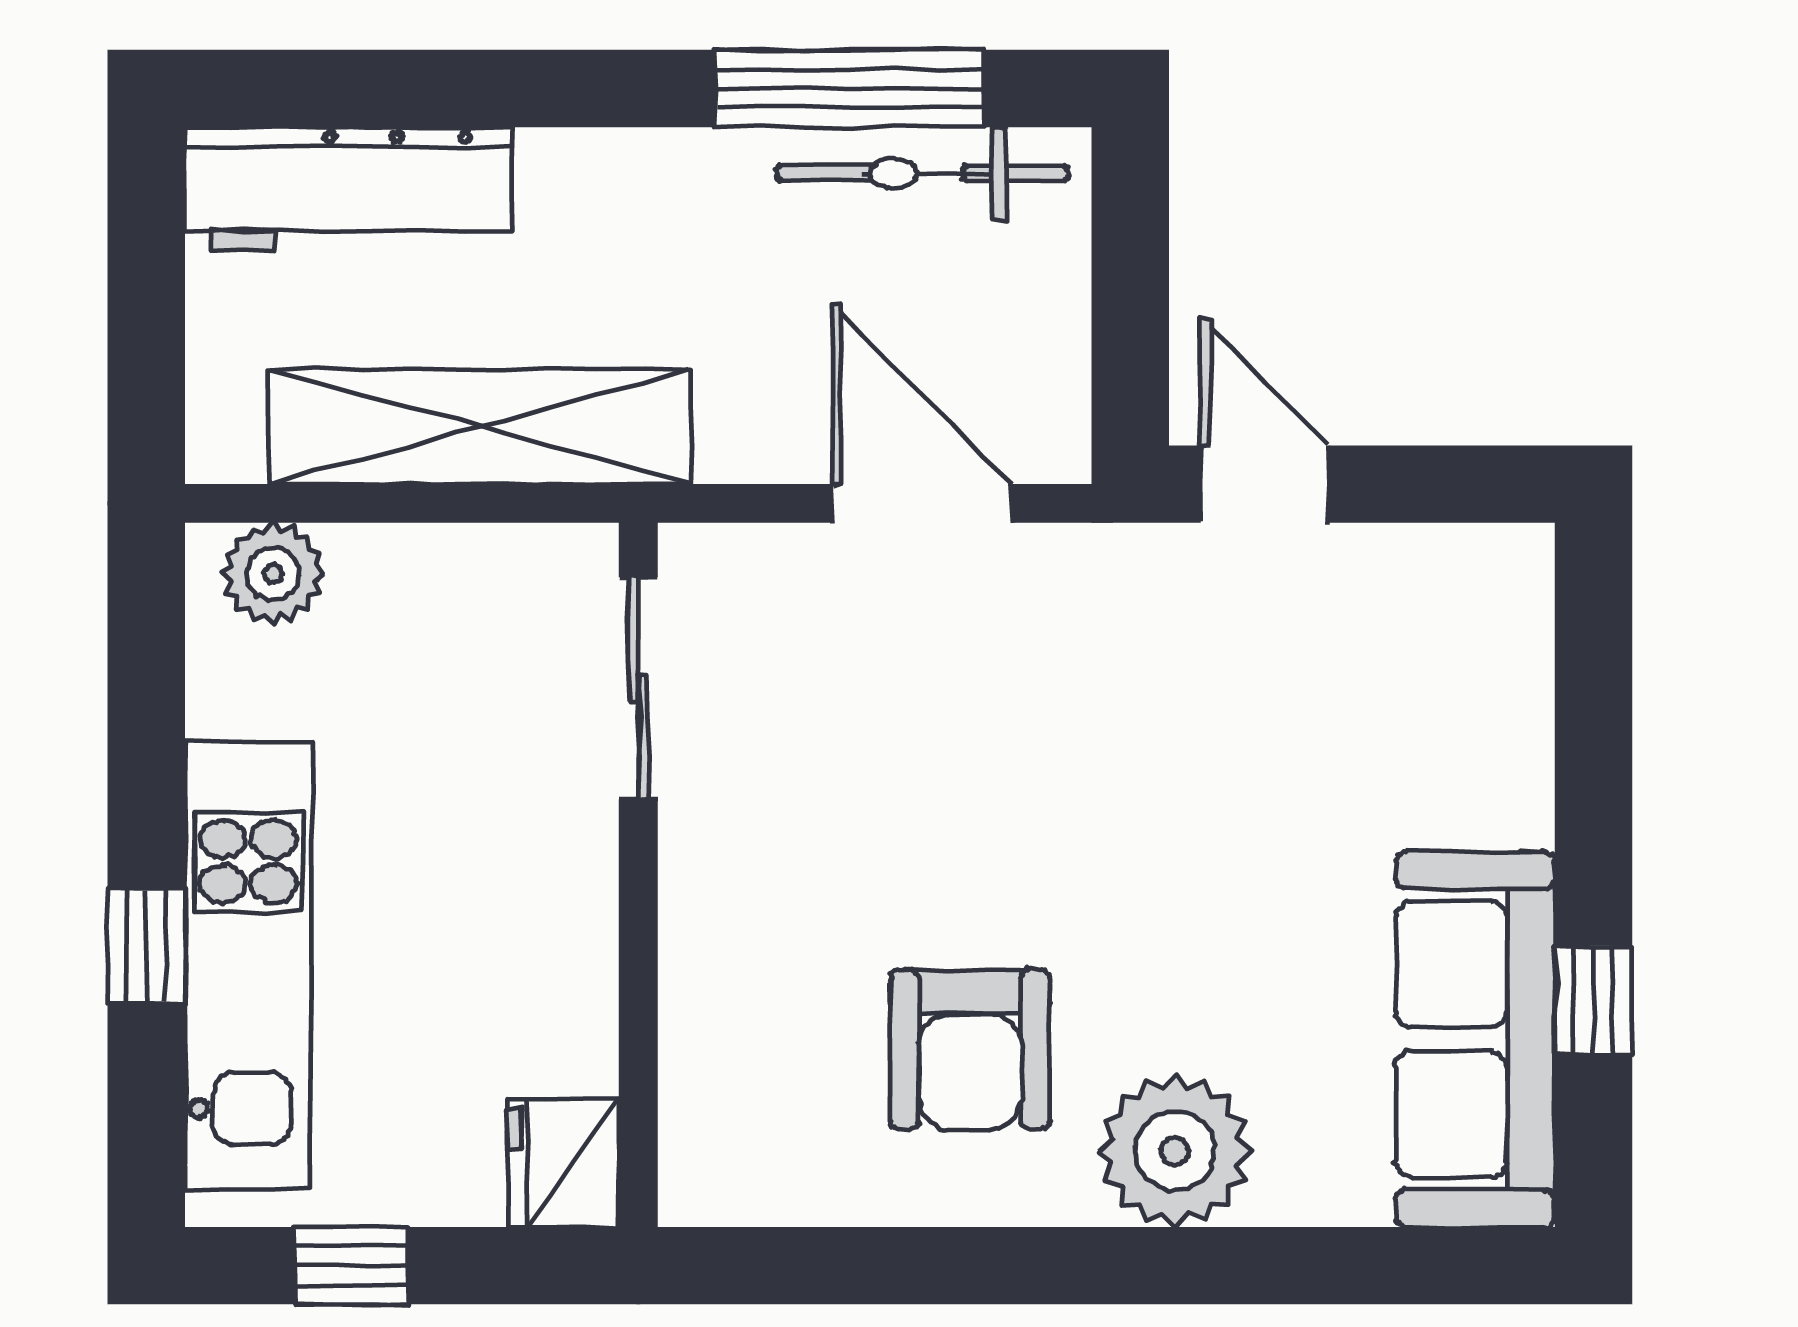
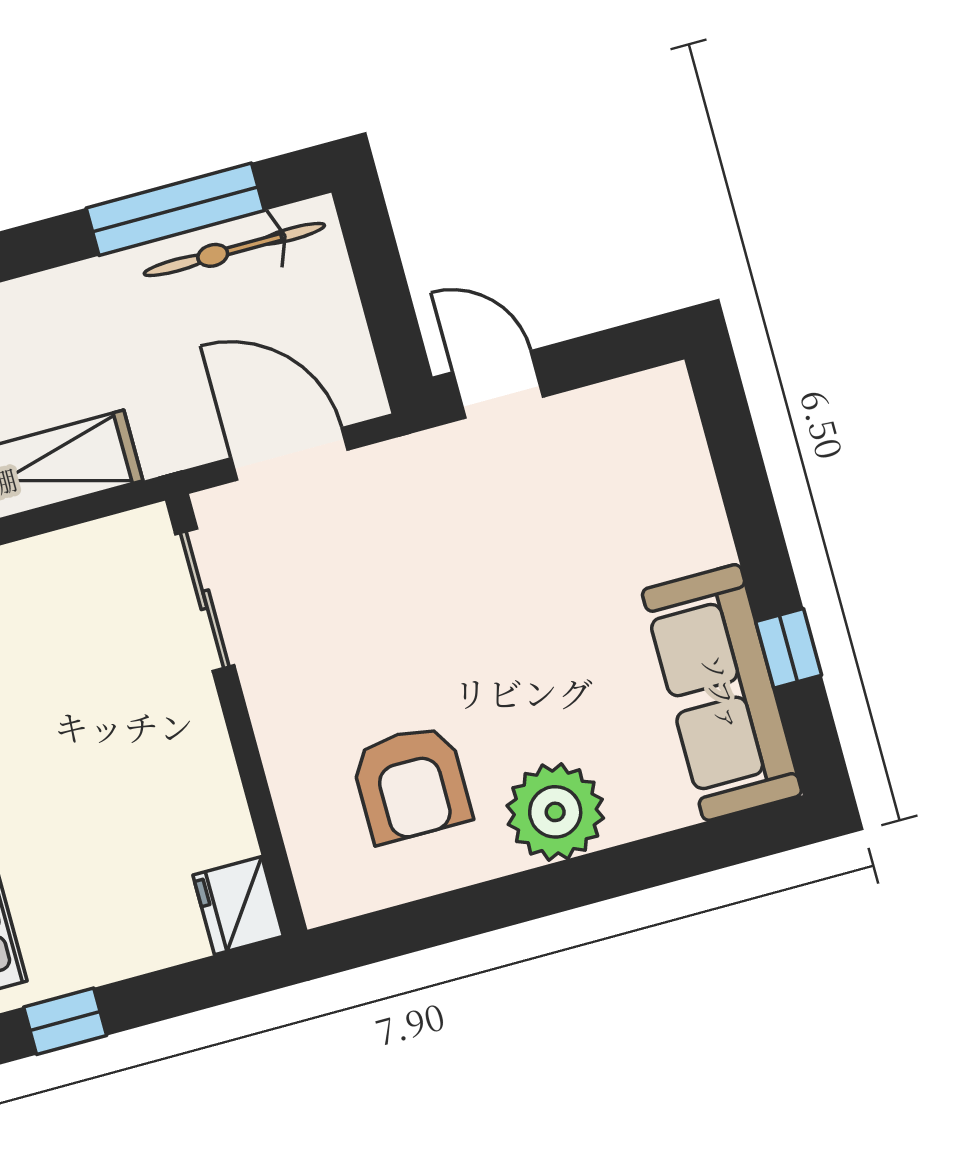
sliding door: (638, 688) -> (205, 600), moved
wall: (638, 875) -> (236, 715), moved
fridge: (563, 1162) -> (238, 906), moved

